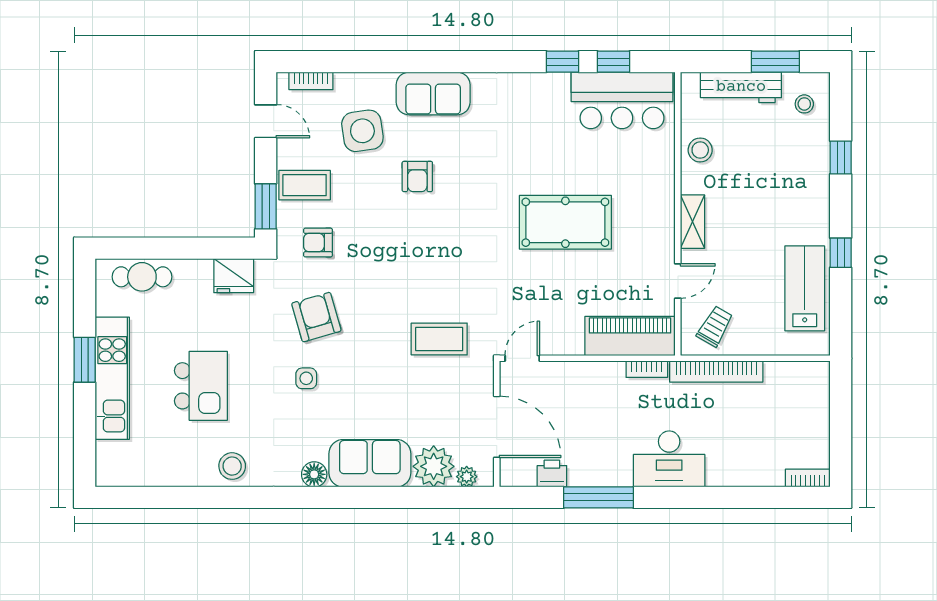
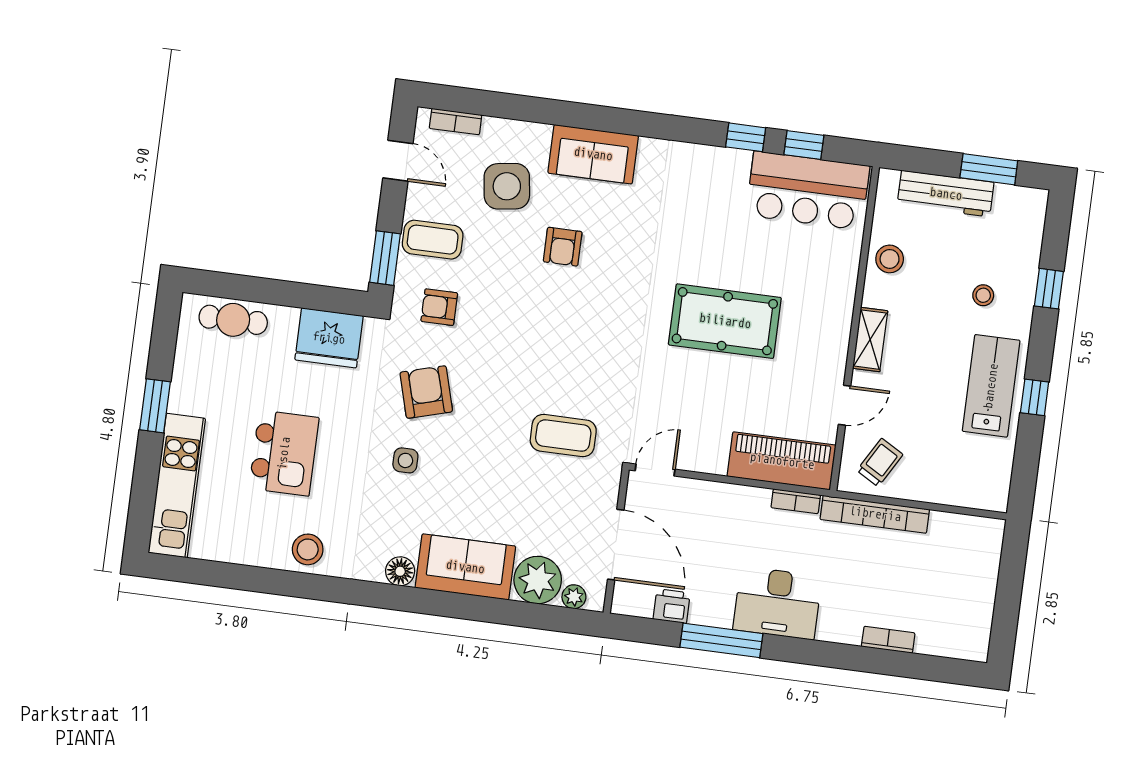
stool: (804, 104) -> (983, 295), moved
fridge: (234, 276) -> (329, 338), width x1.36, depth x1.34
lab bench: (805, 288) -> (991, 386), moved
kitchen unit: (112, 378) -> (177, 486), moved
desk: (669, 459) -> (777, 603), moved
bookcase: (808, 478) -> (888, 640), moved

